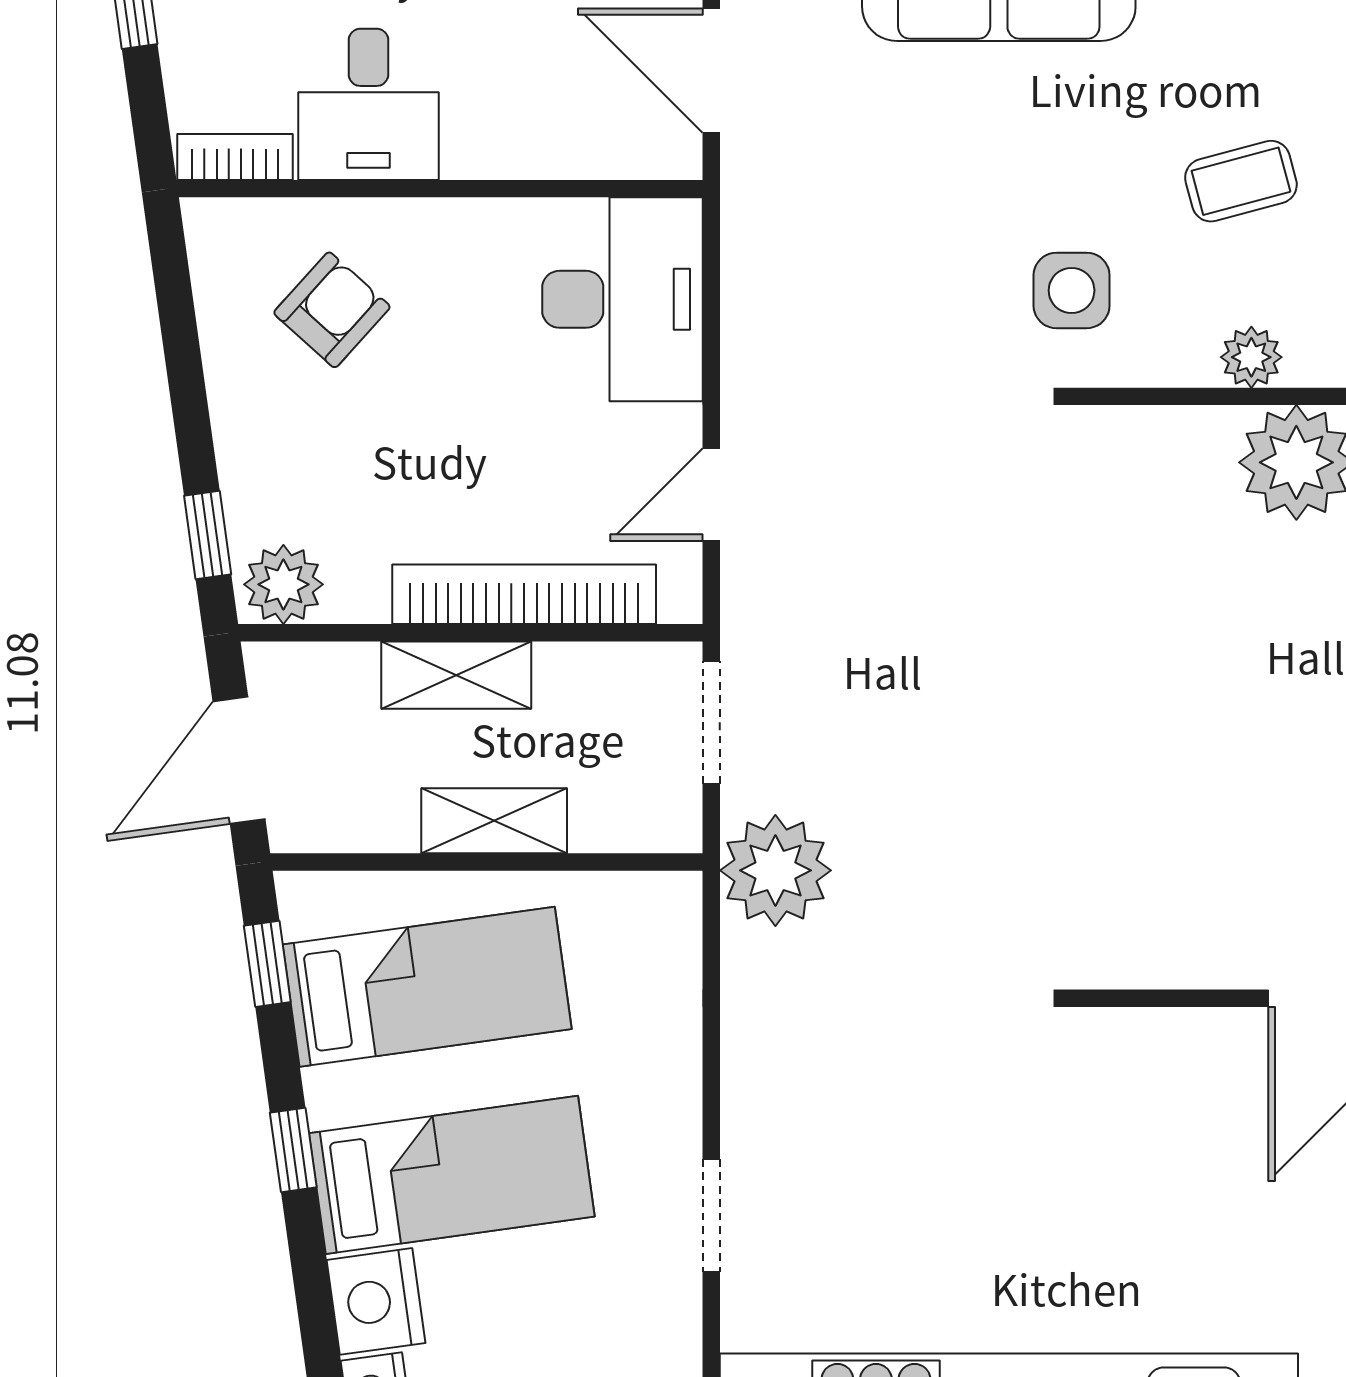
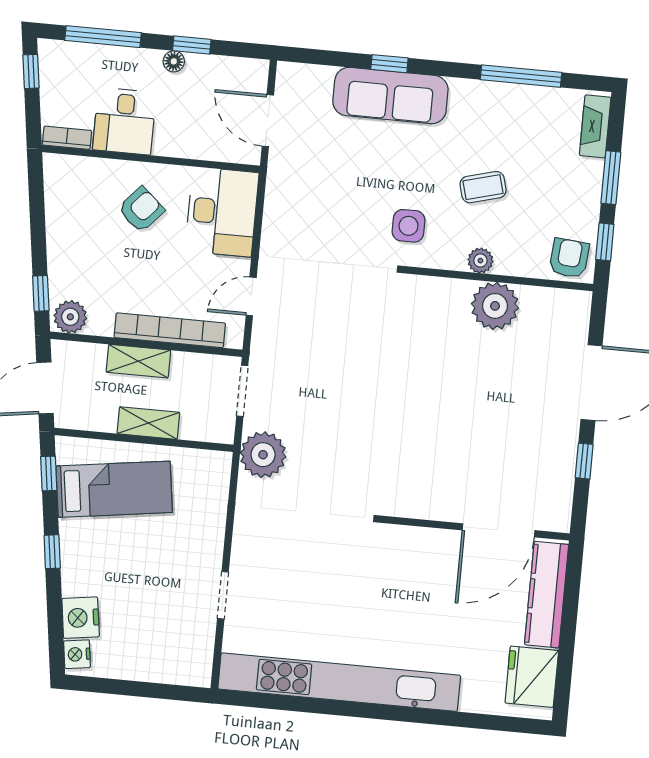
armchair: (332, 310) -> (141, 209), moved
bed: (452, 1175) -> (117, 568), removed

